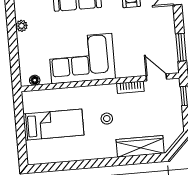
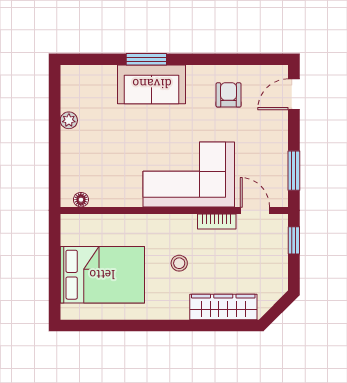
corner sofa: (82, 59) -> (189, 174), moved
bed: (53, 125) -> (102, 275), width x1.50

